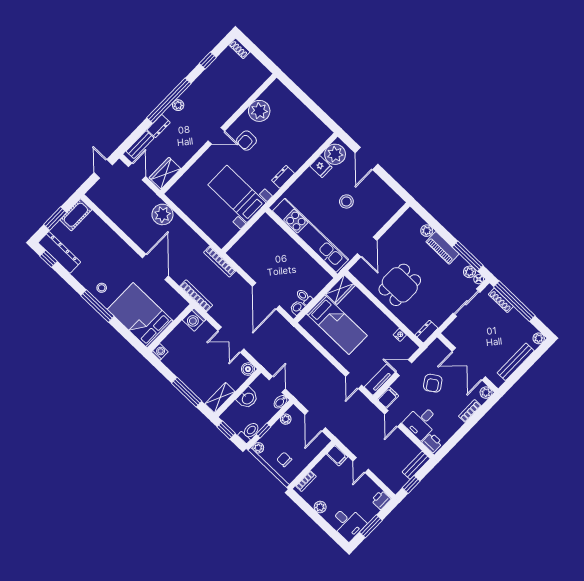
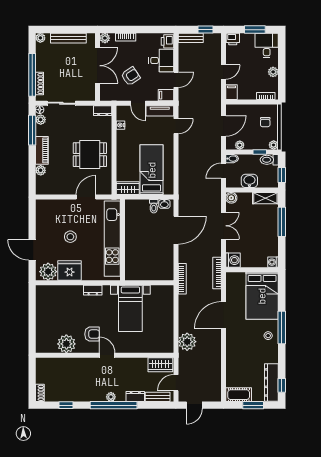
door: (367, 158) -> (32, 250), swing flipped
fridge: (321, 167) -> (70, 270), width x1.88, depth x1.34

